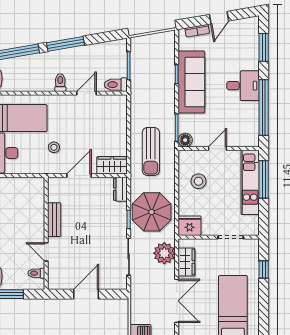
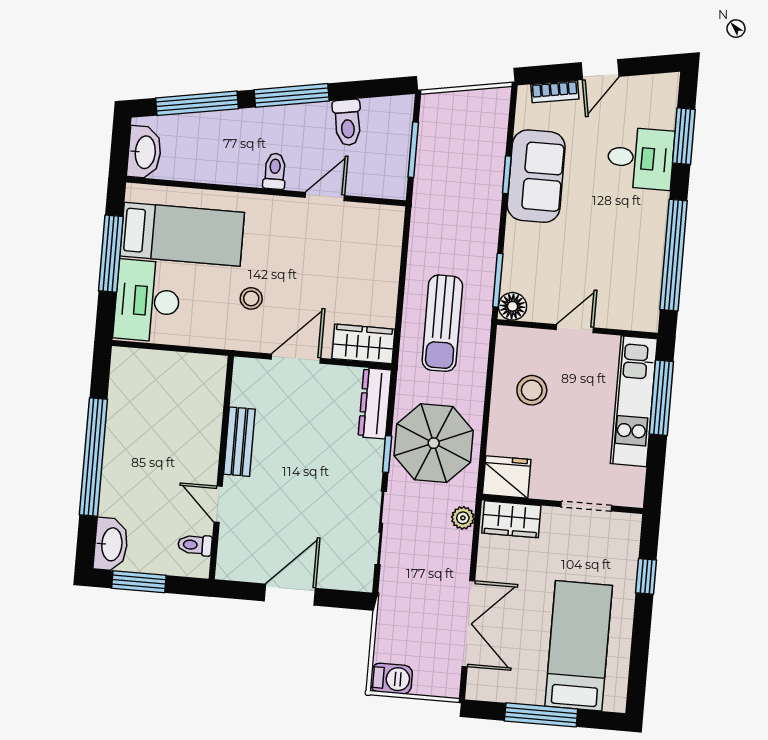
sofa: (191, 82) -> (536, 176), width x0.73
toilet: (116, 85) -> (347, 122), moved, turned -100
desk: (243, 86) -> (641, 158), moved
dresser: (120, 189) -> (375, 403), width x1.44
plant: (164, 253) -> (463, 518), width x0.53, depth x0.53
wardrobe: (186, 262) -> (511, 519), moved, turned 90

